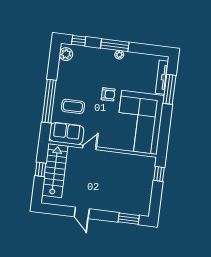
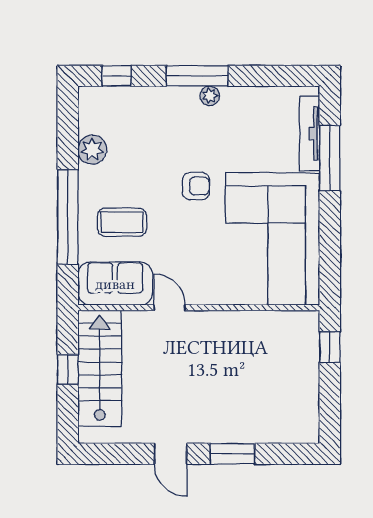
plant: (66, 54) -> (92, 150), moved
door: (89, 147) -> (170, 308), hinge flipped
window: (129, 219) -> (232, 454), moved

